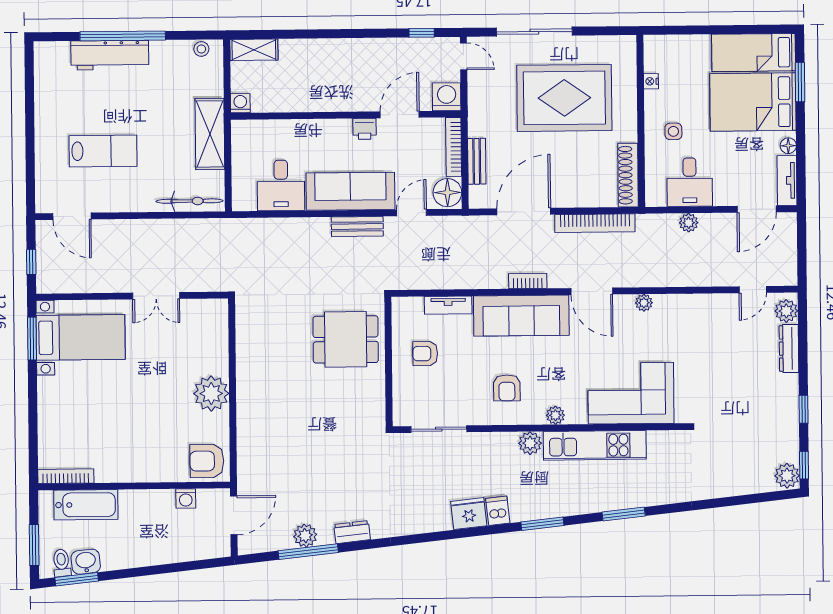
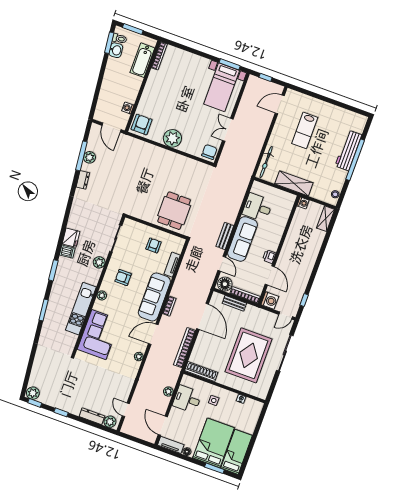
chair: (211, 315) -> (209, 152), added
plant: (530, 443) -> (99, 262), moved

